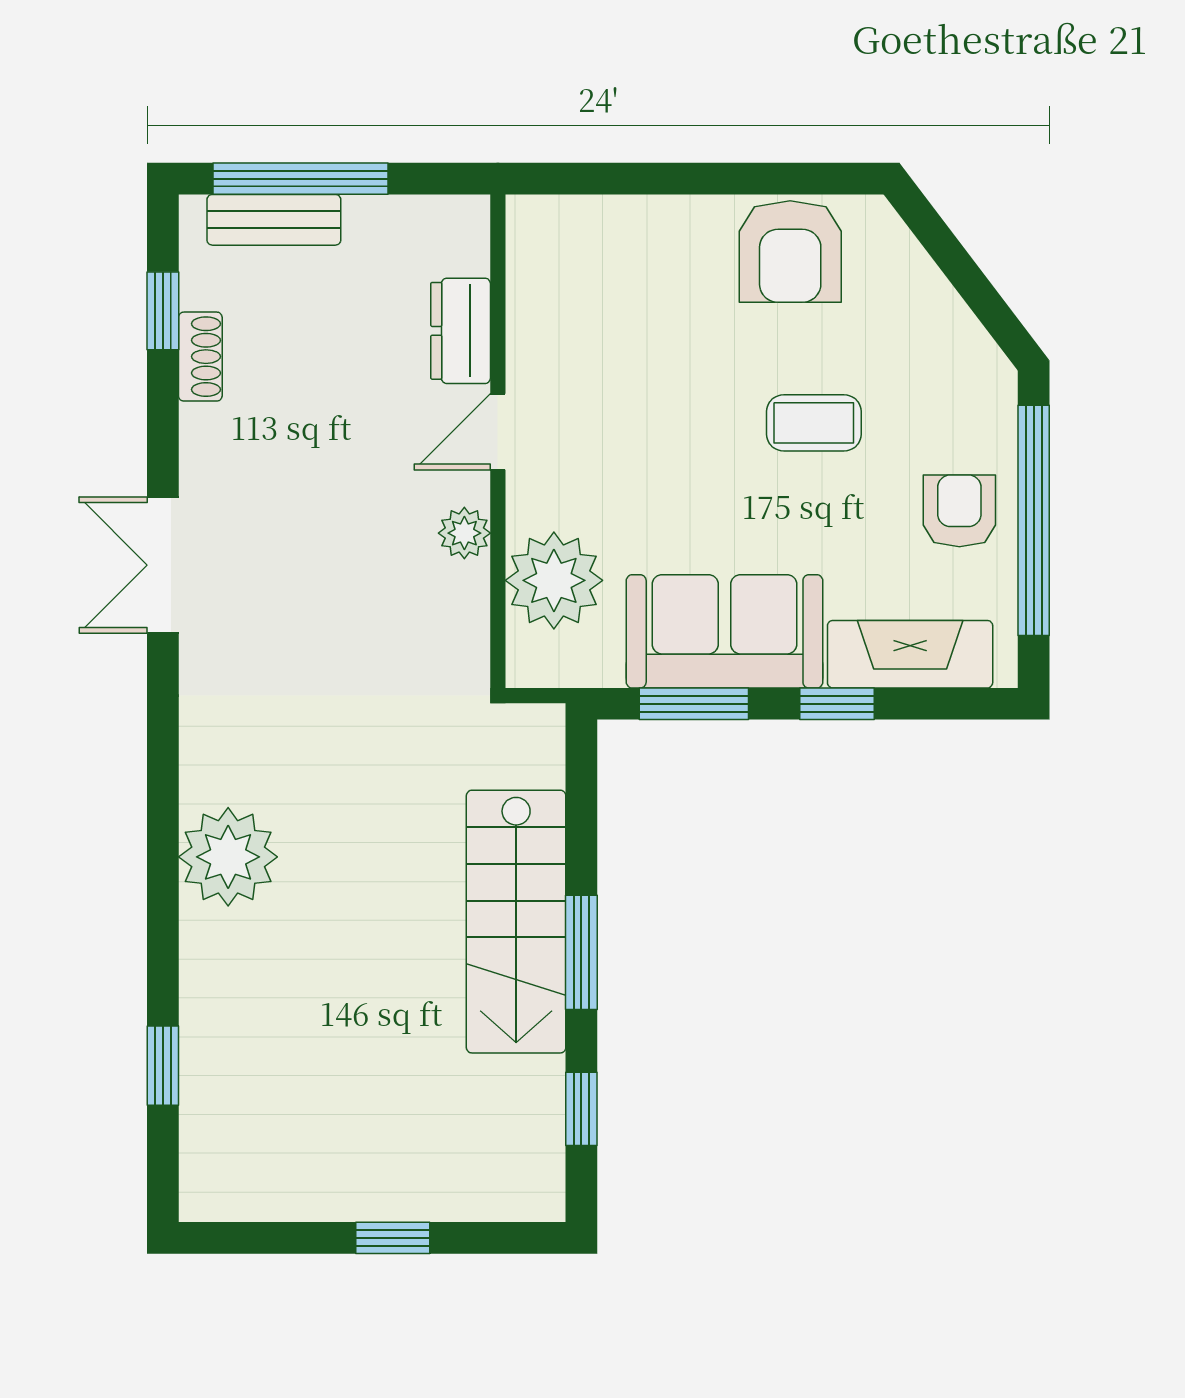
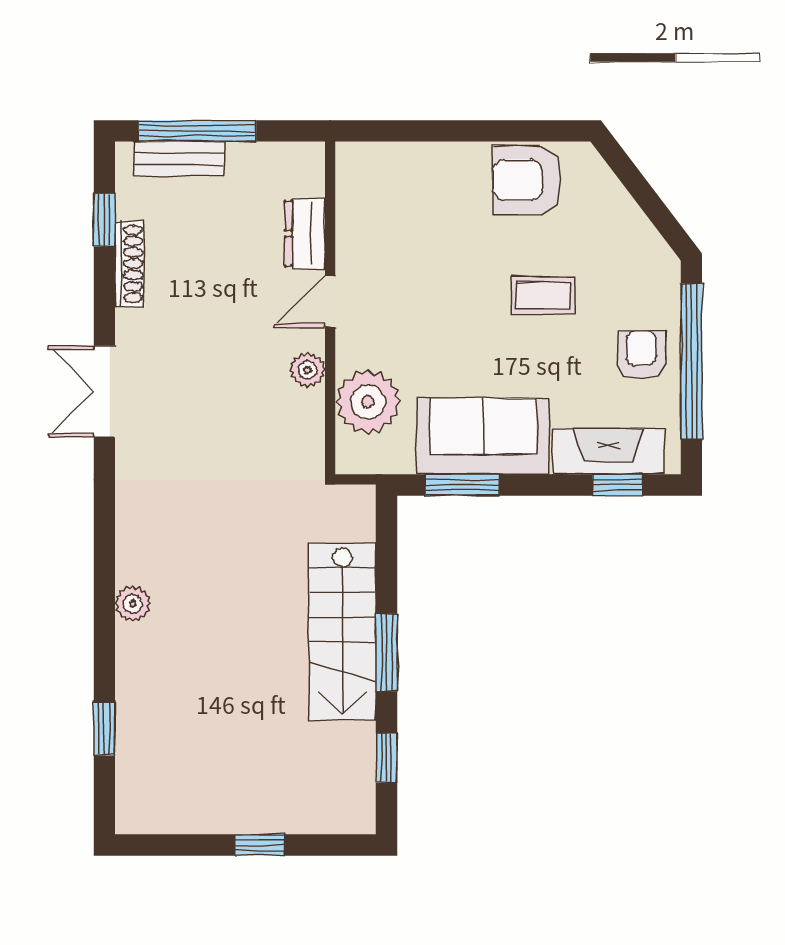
armchair: (790, 252) -> (527, 180), turned 90
shoe rack: (200, 357) -> (130, 264), width x1.43
window: (837, 704) -> (617, 485), moved
plant: (228, 857) -> (133, 604), width x0.53, depth x0.53

